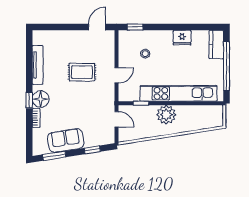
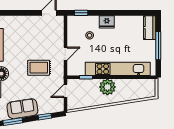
fridge: (182, 38) -> (107, 22), moved
window: (226, 66) -> (158, 46), width x0.68
rug: (82, 72) -> (39, 68), moved
door: (117, 119) -> (65, 91), swing flipped

